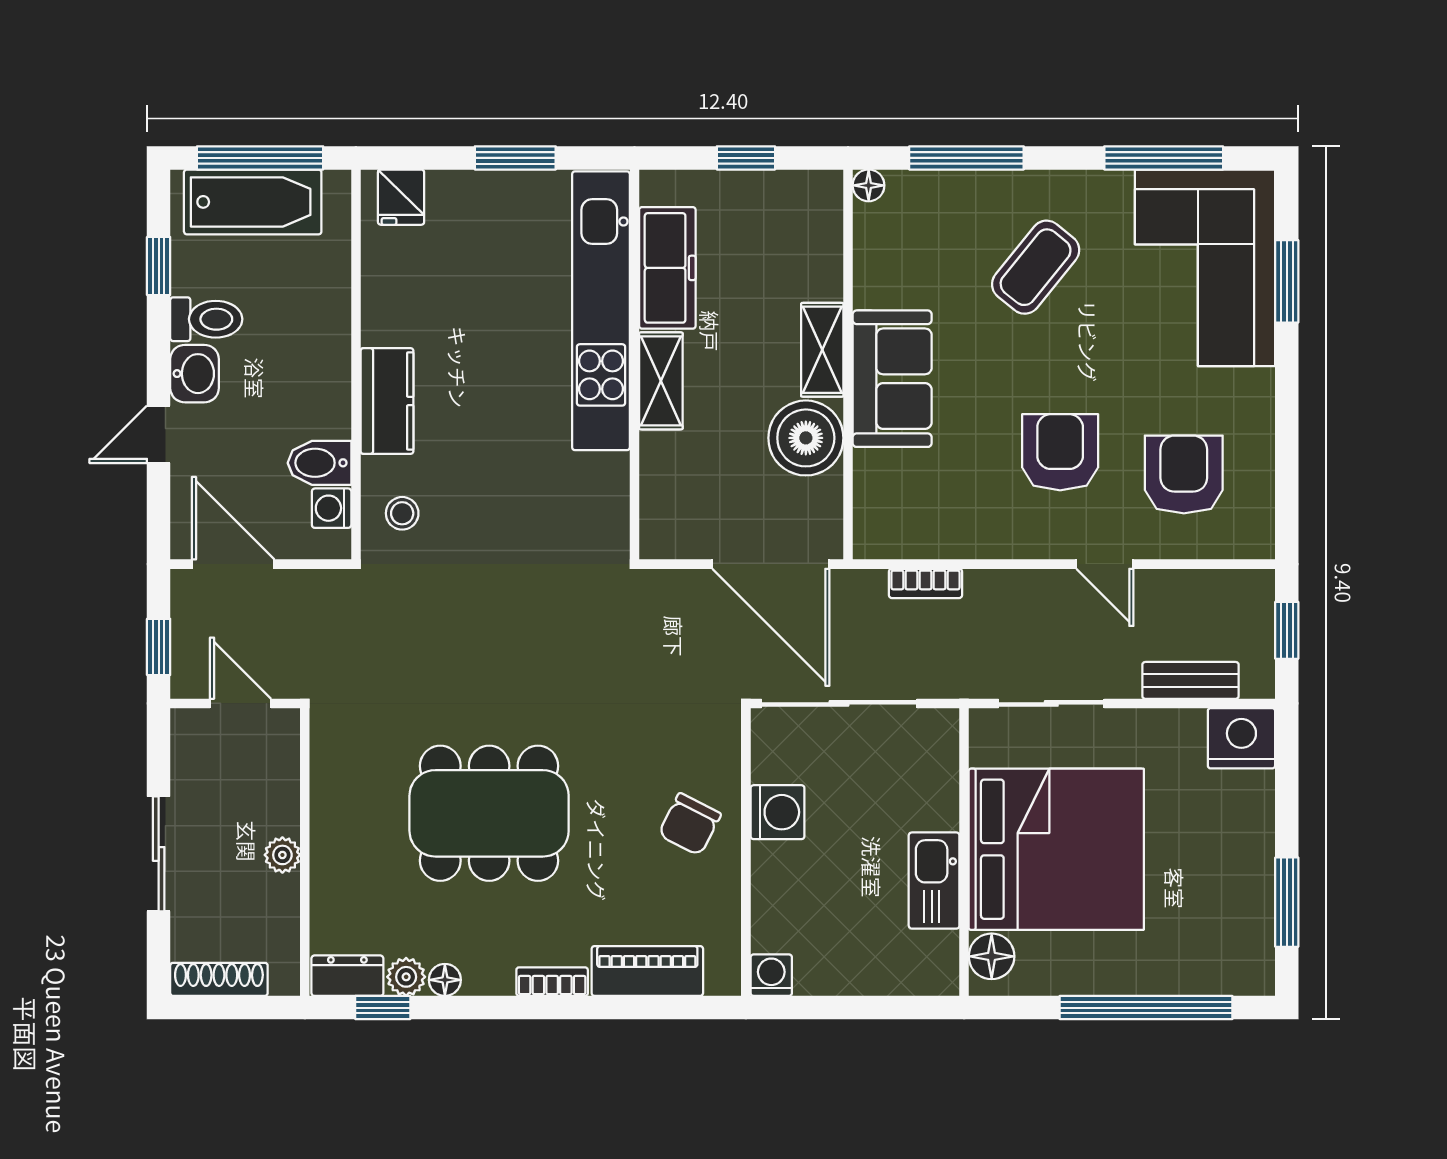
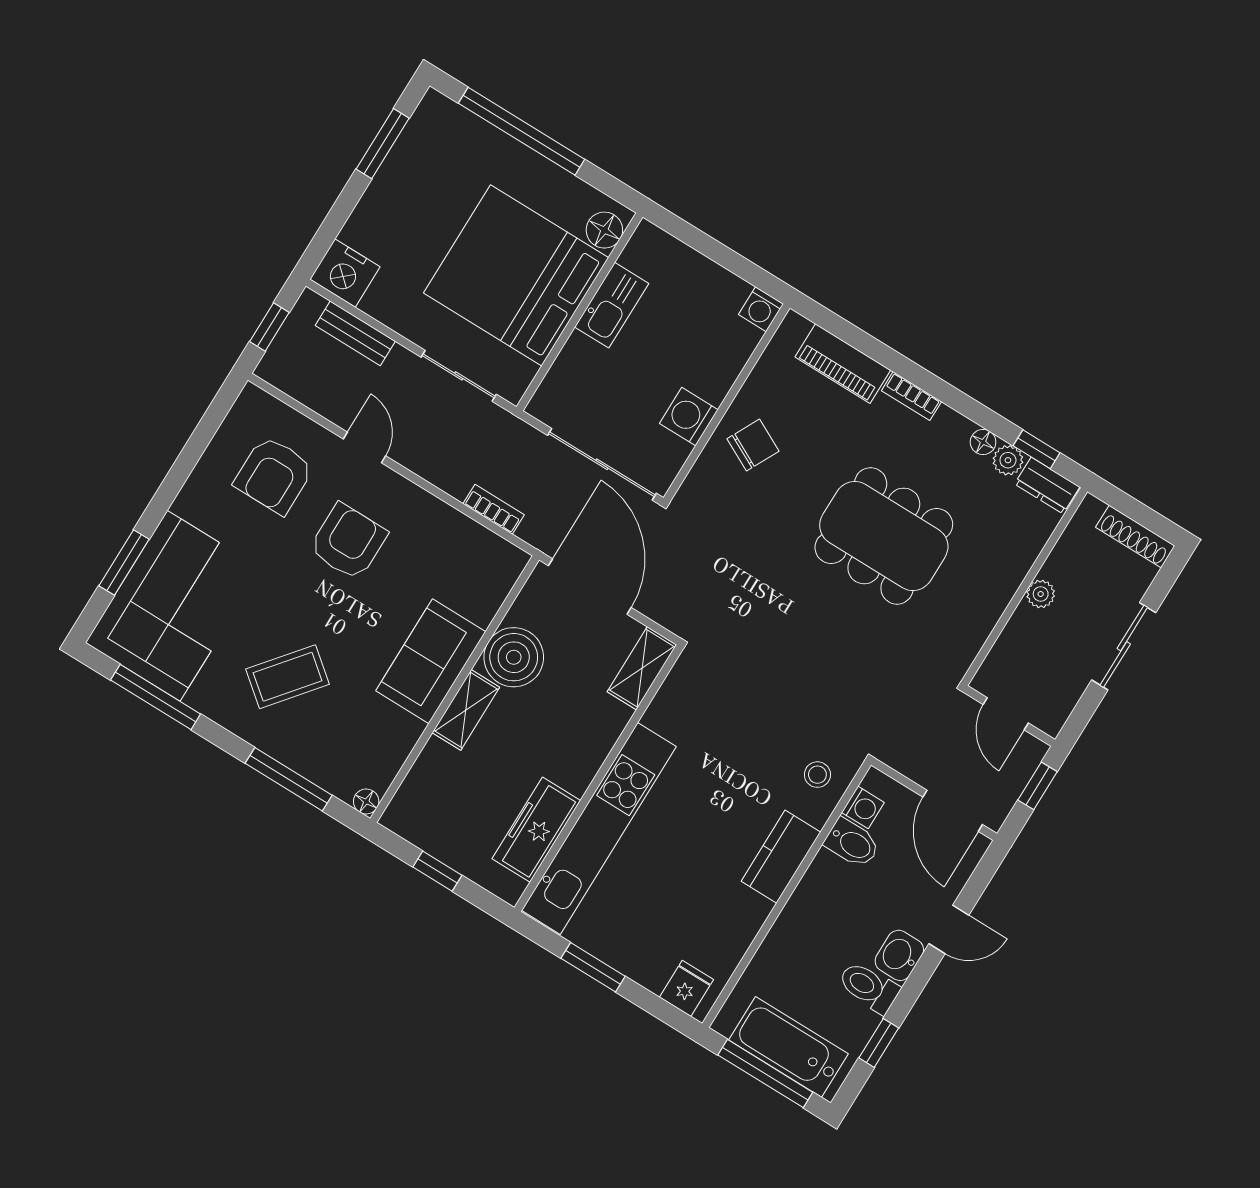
shelving: (661, 381) -> (642, 668), moved
armchair: (1060, 452) -> (348, 542), turned 180

